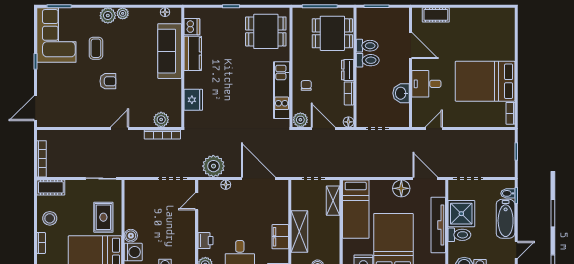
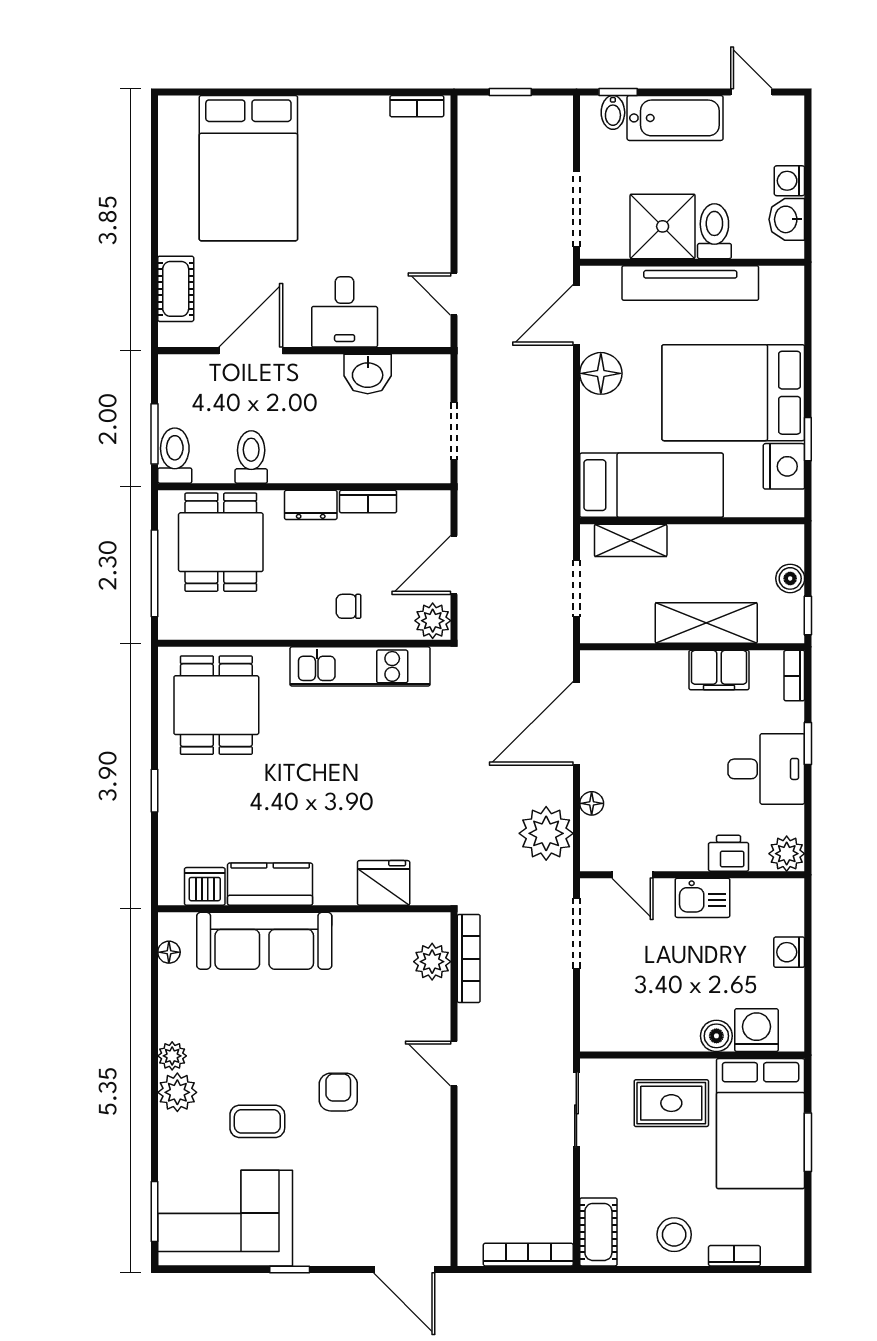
toilet: (368, 60) -> (175, 456), moved
bed: (485, 81) -> (248, 168), moved
floor lamp: (348, 122) -> (438, 503), removed
kitchen sink: (187, 230) -> (703, 898), added

